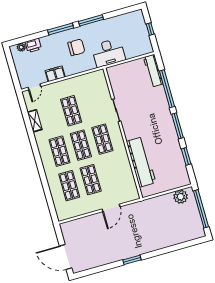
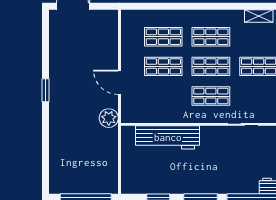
plant: (181, 197) -> (109, 118), moved

